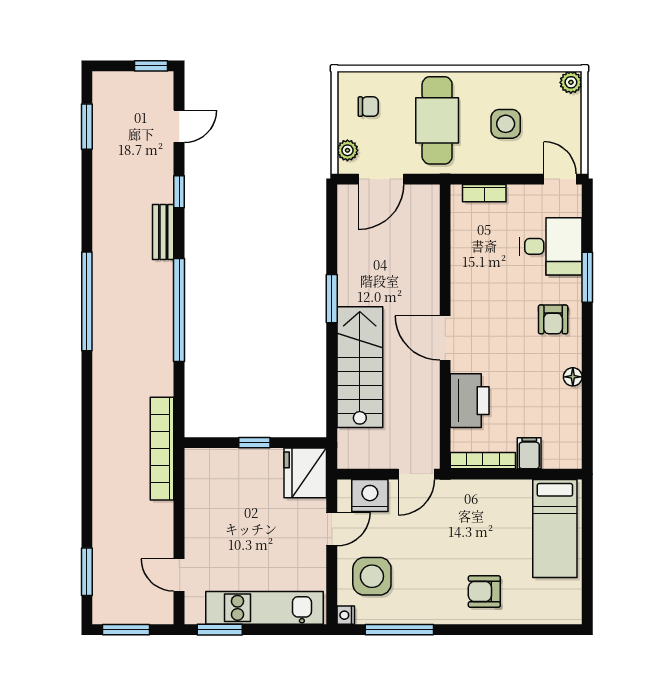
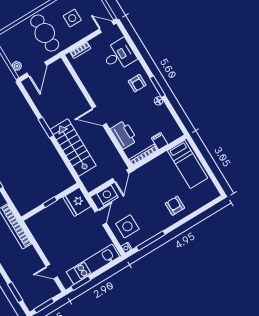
chair: (368, 107) -> (15, 44), removed
window: (587, 277) -> (158, 87), moved
armchair: (484, 591) -> (175, 206), turned 90

